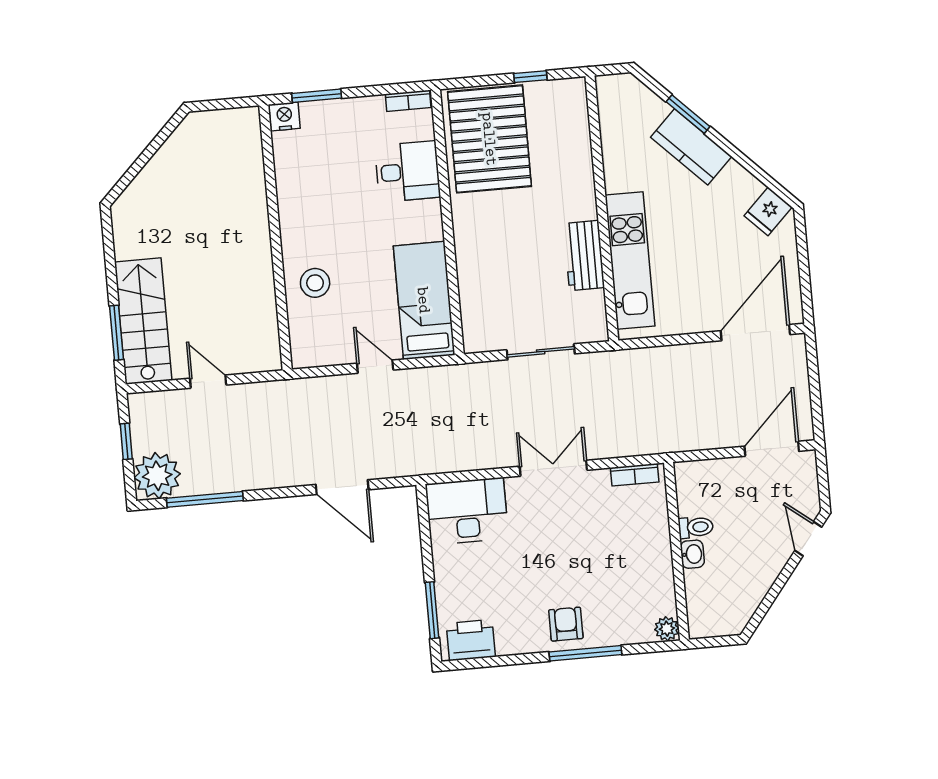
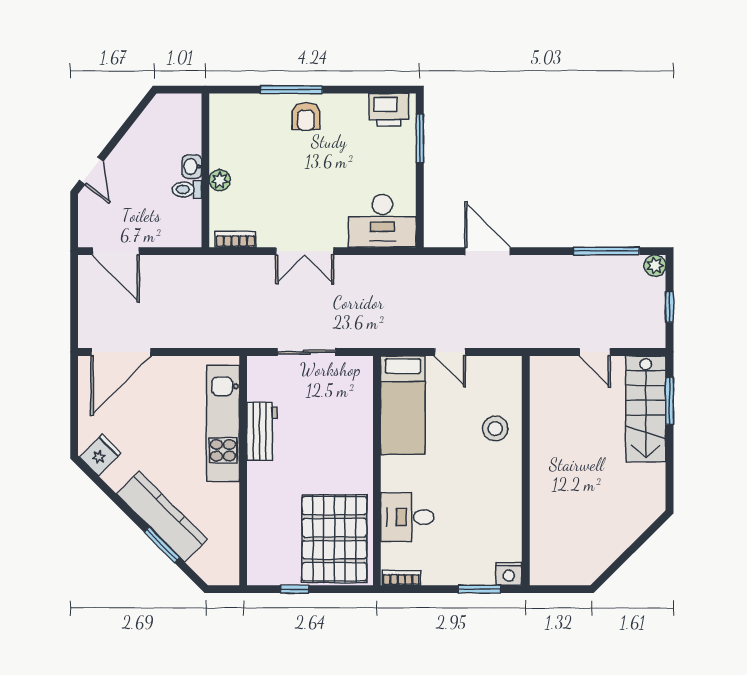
kitchen counter: (691, 147) -> (162, 516), width x1.50
door: (772, 449) -> (116, 251), hinge flipped
plant: (157, 476) -> (655, 266), width x0.53, depth x0.53
plant: (667, 629) -> (220, 180), moved

